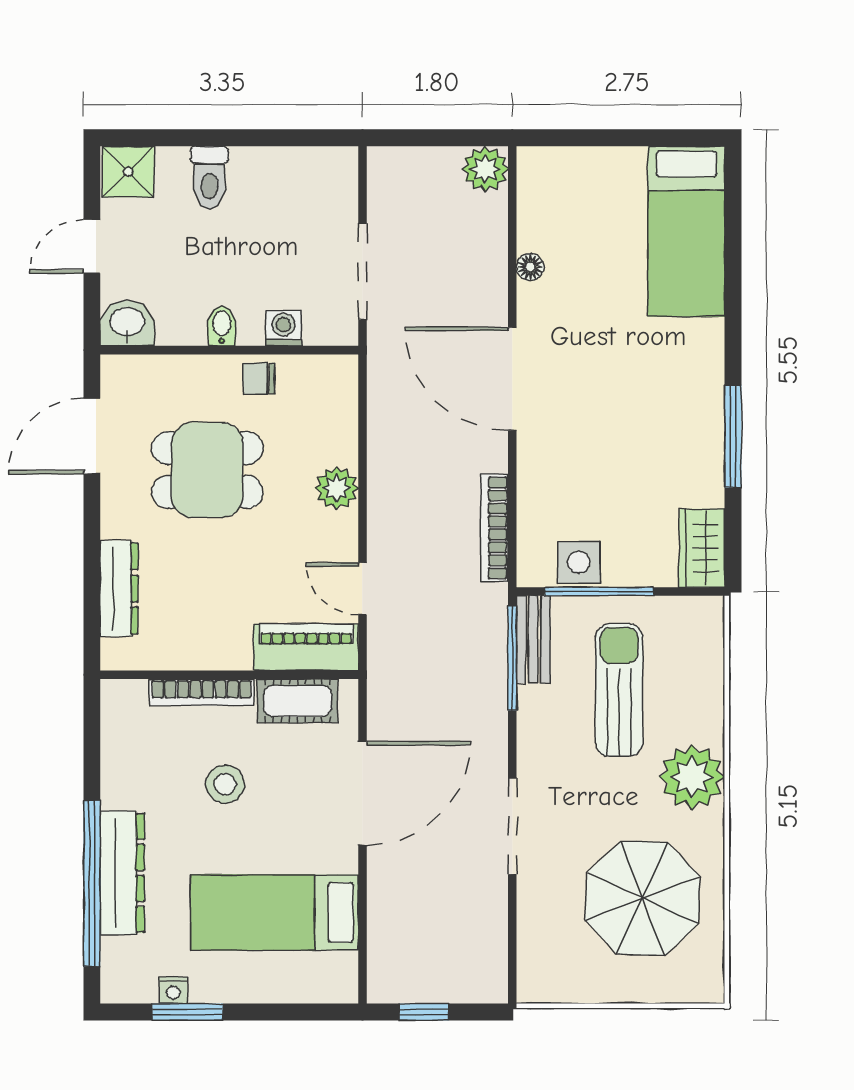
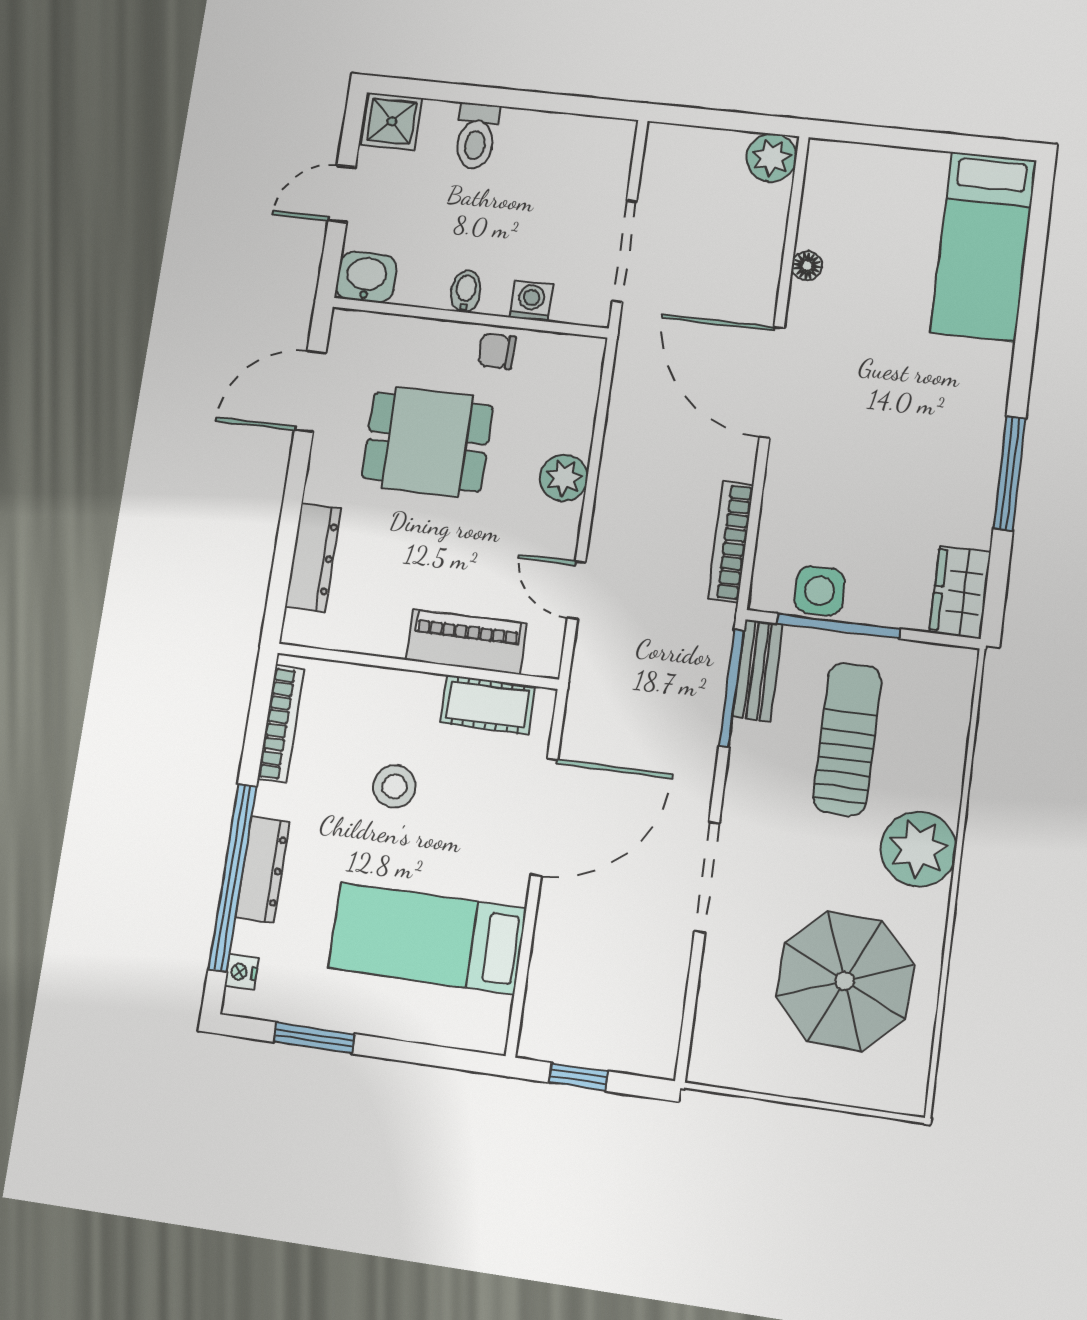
piano: (306, 647) -> (466, 642), moved
bookcase: (202, 692) -> (281, 724), moved, turned -90
dresser: (122, 873) -> (263, 869), width x0.73, depth x0.80
nightstand: (173, 990) -> (241, 972), moved, turned 90

